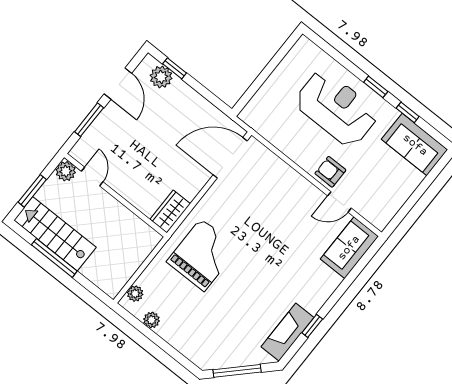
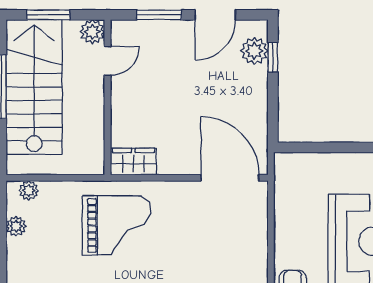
stairs: (55, 234) -> (34, 87), width x1.36, depth x1.51

